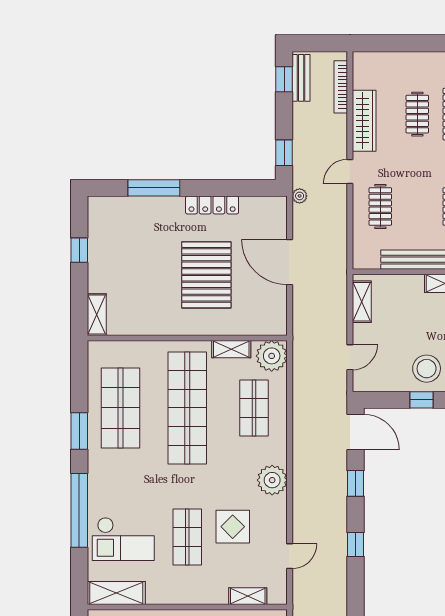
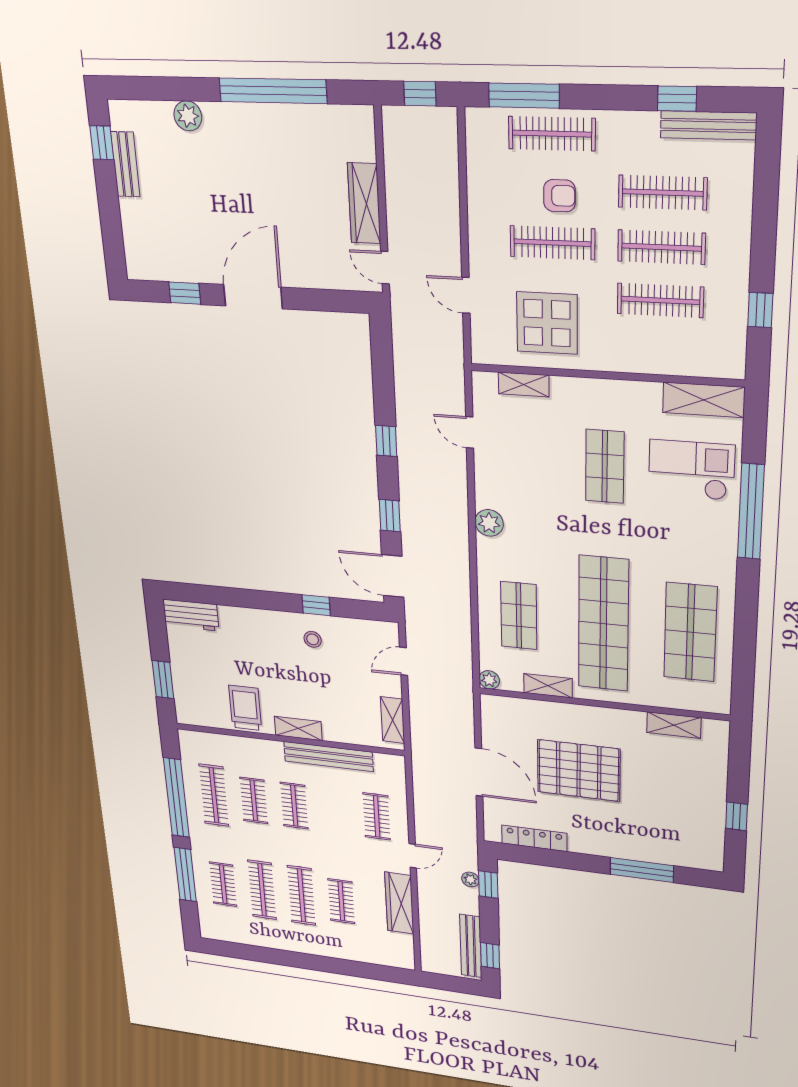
bench: (301, 78) -> (471, 946), width x1.36
bookcase: (341, 87) -> (427, 939), removed
plant: (300, 196) -> (470, 879), moved
locker: (212, 205) -> (534, 838), moved
pallet: (206, 275) -> (579, 771), turned 90
shelving: (97, 315) -> (674, 725), moved, turned 90
plant: (272, 356) -> (489, 680), width x0.53, depth x0.53
stool: (427, 369) -> (313, 639), width x0.53, depth x0.53
window: (79, 431) -> (746, 610), removed
plant: (272, 480) -> (489, 523), width x0.73, depth x0.73
display table: (233, 527) -> (544, 475), removed
door: (290, 556) -> (470, 432), hinge flipped

